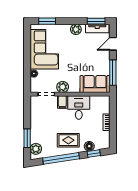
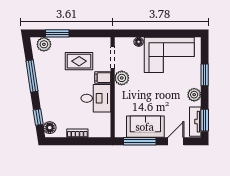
window: (47, 21) -> (205, 75), moved
door: (113, 44) -> (176, 141), hinge flipped
sofa: (95, 84) -> (145, 127), moved, turned -90
rug: (68, 140) -> (79, 61), moved, turned 90
floor lamp: (89, 146) -> (50, 128), moved
window: (61, 158) -> (32, 76), width x0.68

